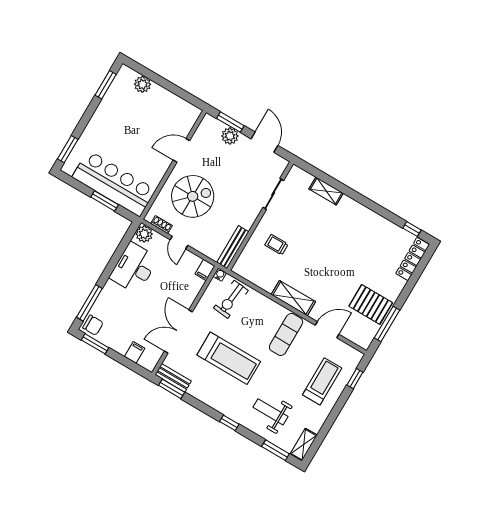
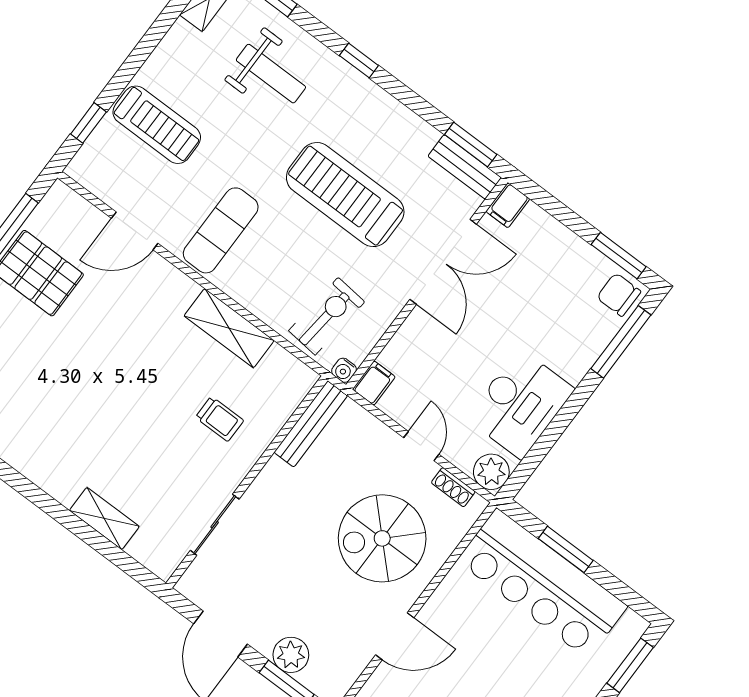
shelving: (293, 298) -> (229, 328), moved
filing cabinet: (135, 352) -> (508, 205), moved
treadmill: (322, 381) -> (157, 125), turned -90

